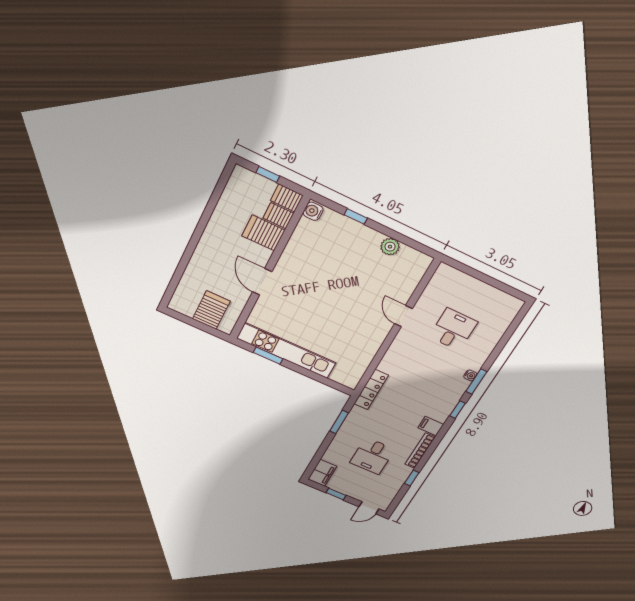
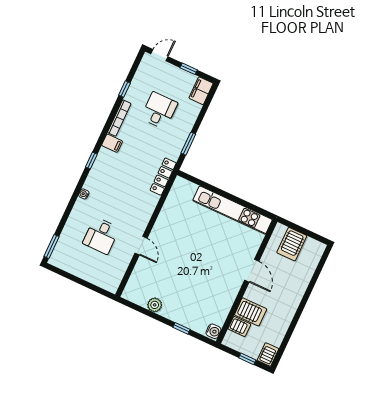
server rack: (287, 198) -> (268, 354), moved, turned -90
window: (268, 356) -> (247, 205), removed
window: (476, 382) -> (51, 246), moved

